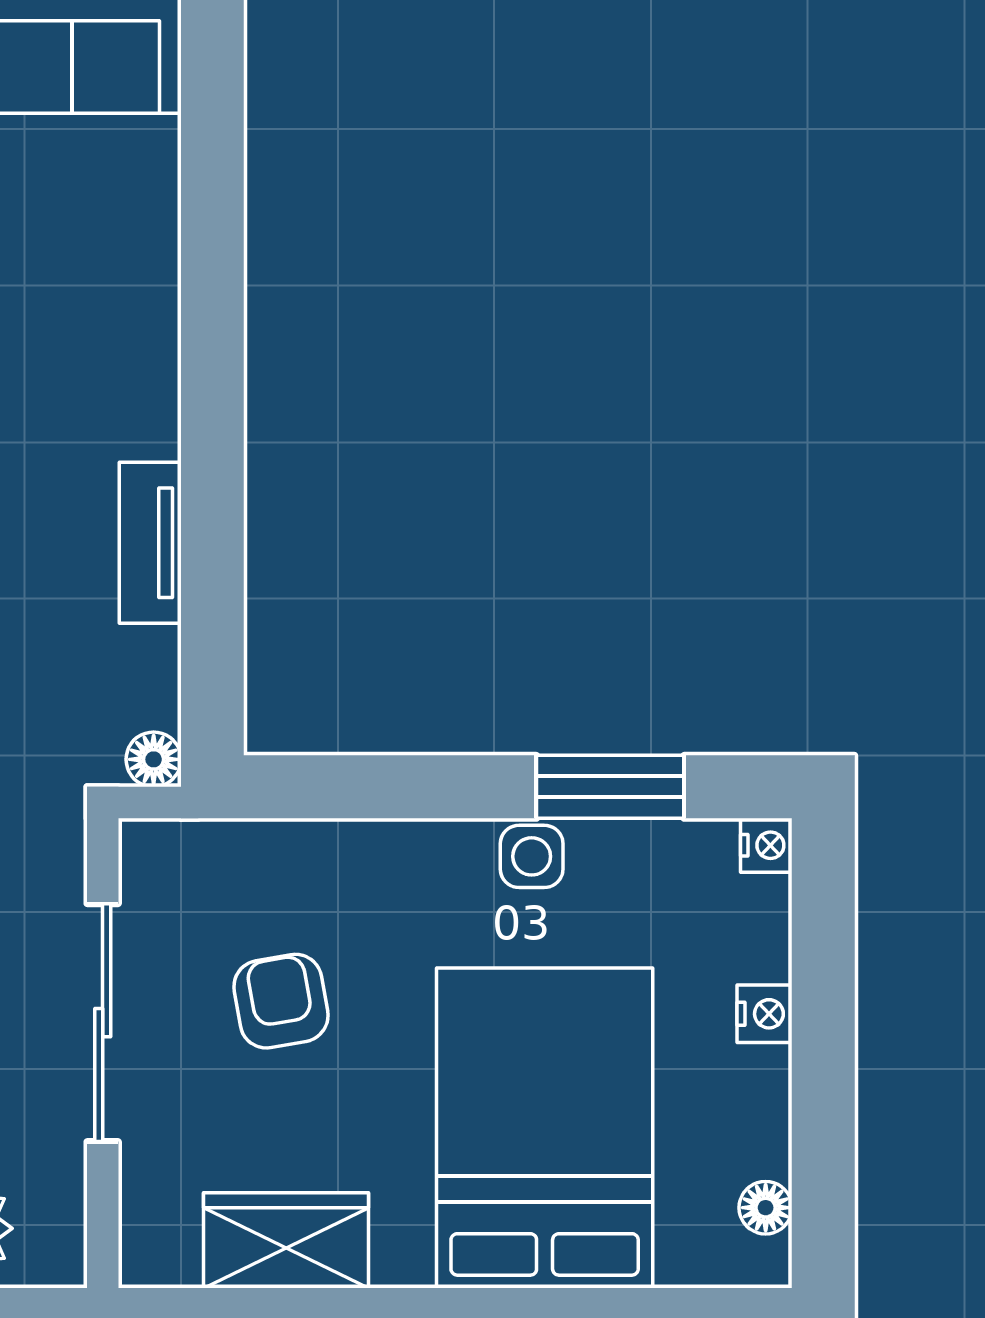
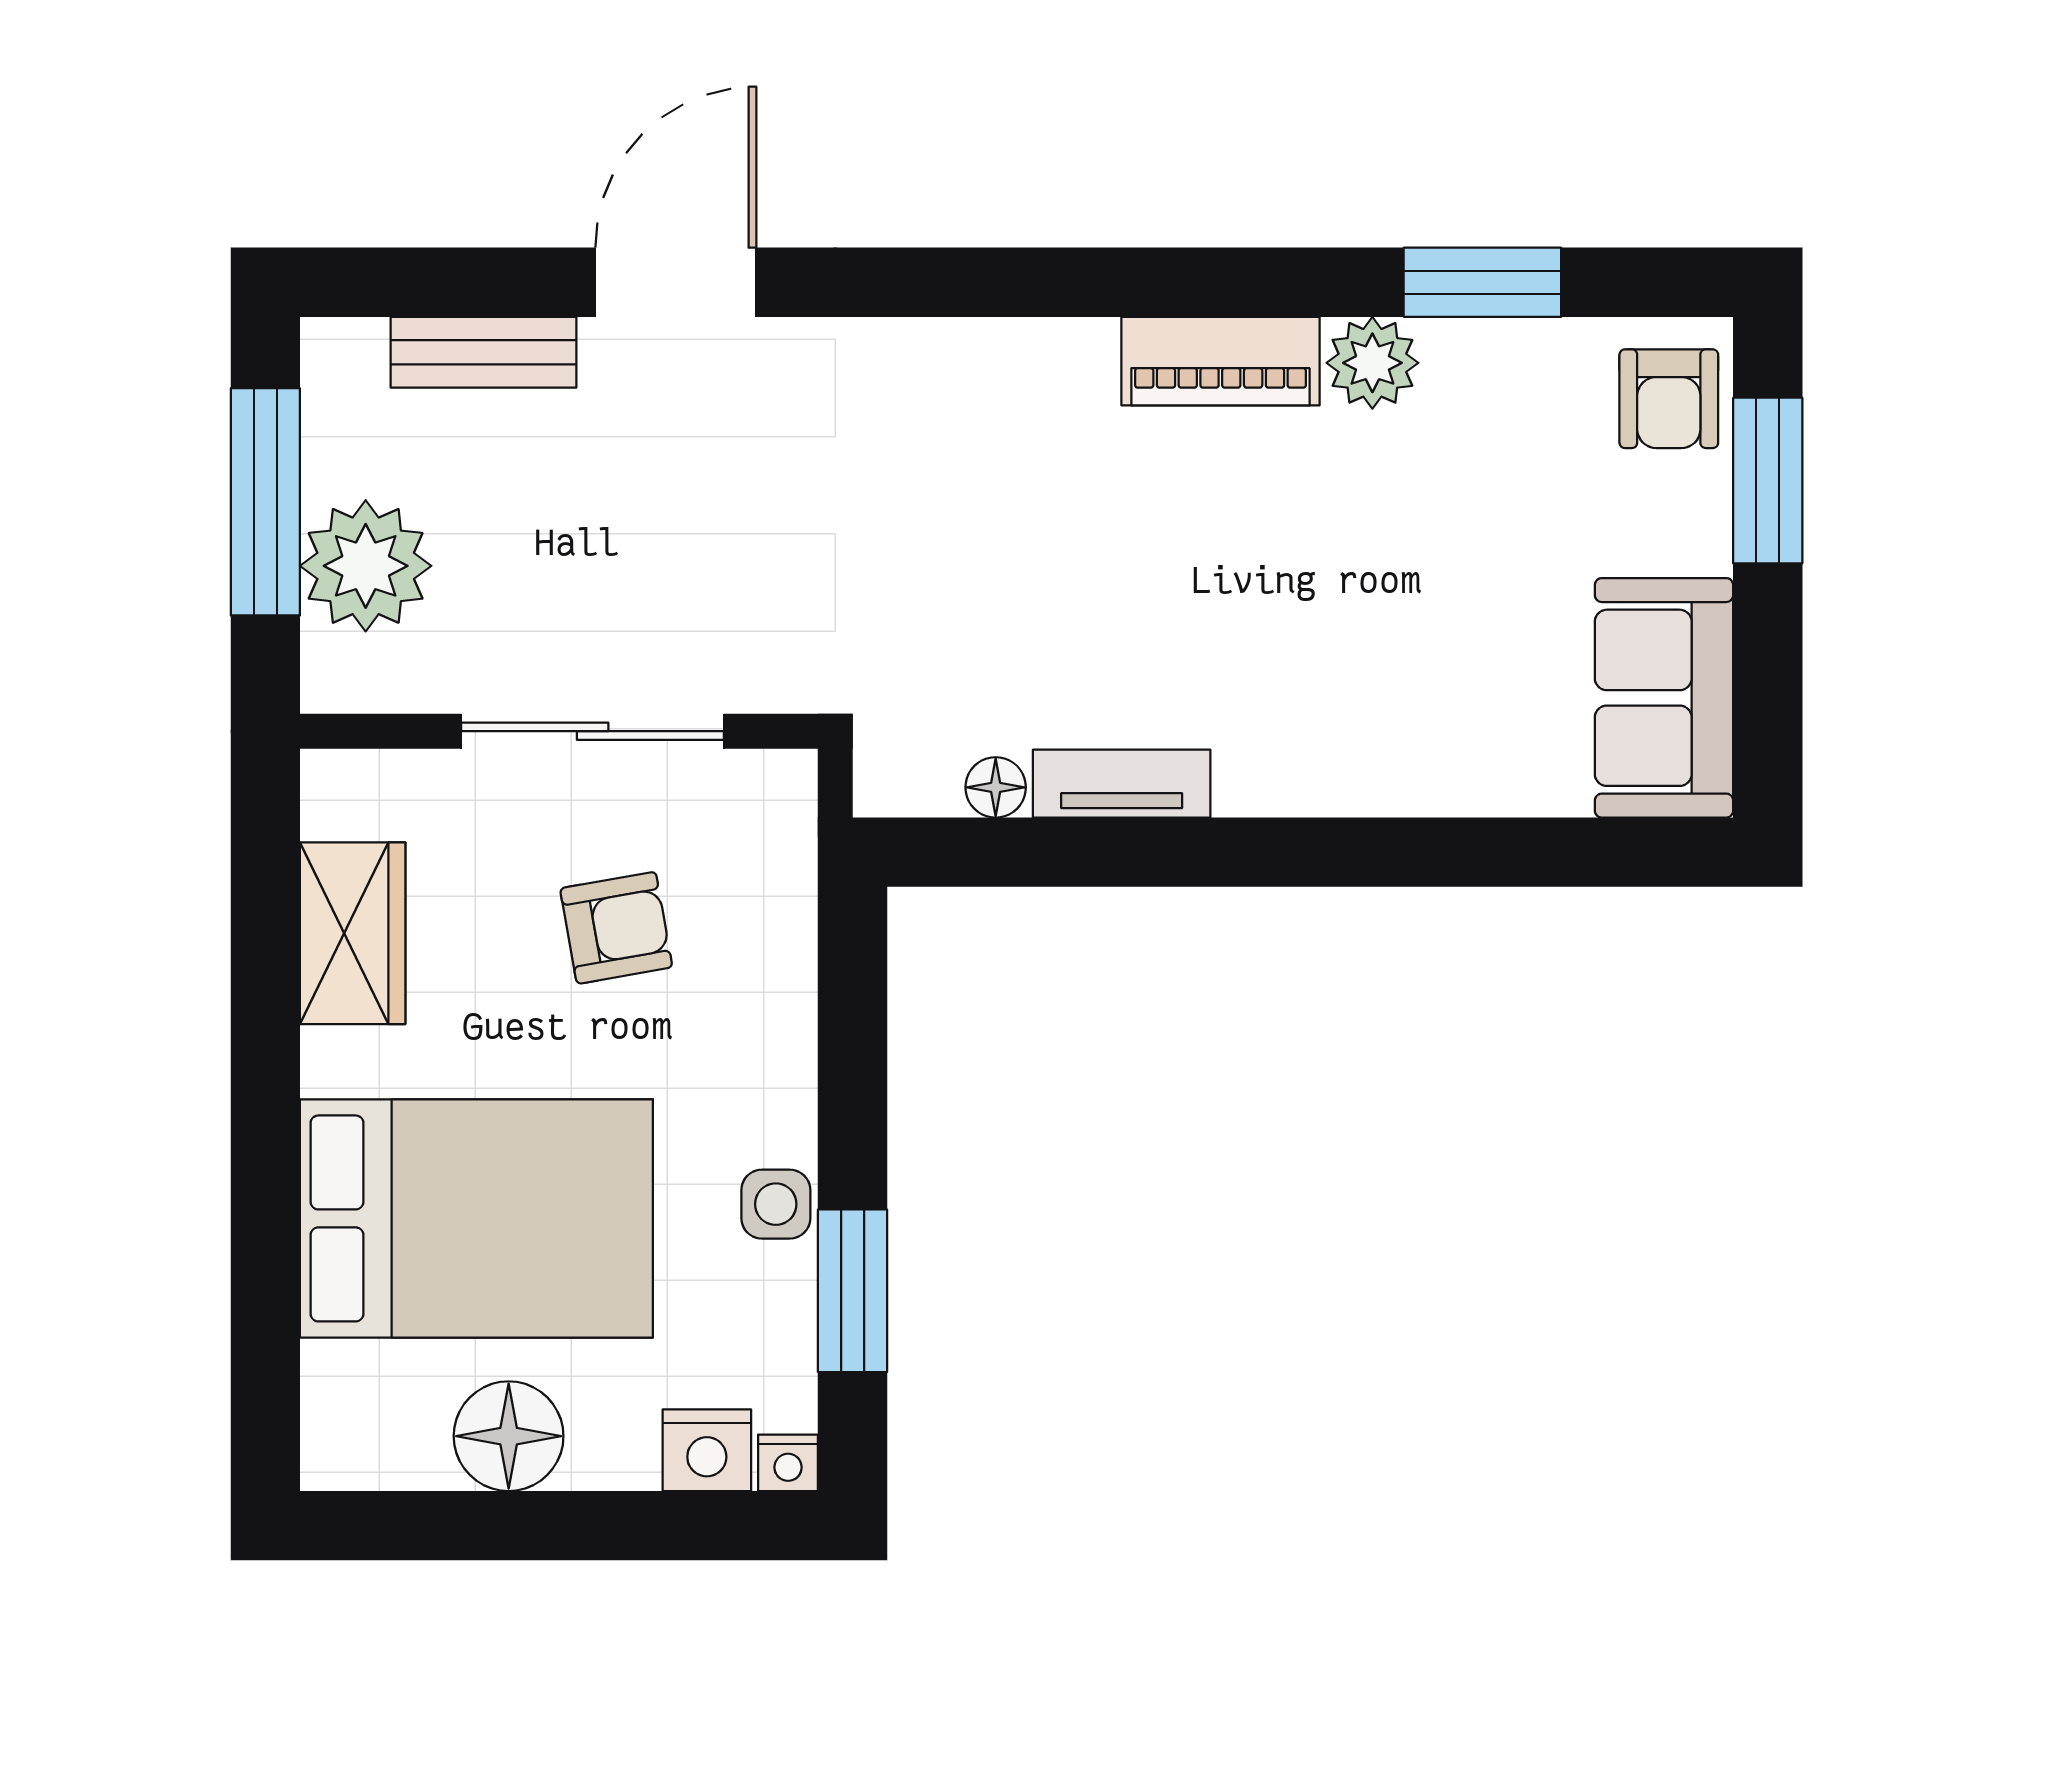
floor lamp: (154, 759) -> (996, 787), moved
nightstand: (765, 1014) -> (707, 1450), moved, width x1.39, depth x1.35
floor lamp: (766, 1208) -> (509, 1436), moved, width x1.89, depth x1.89

